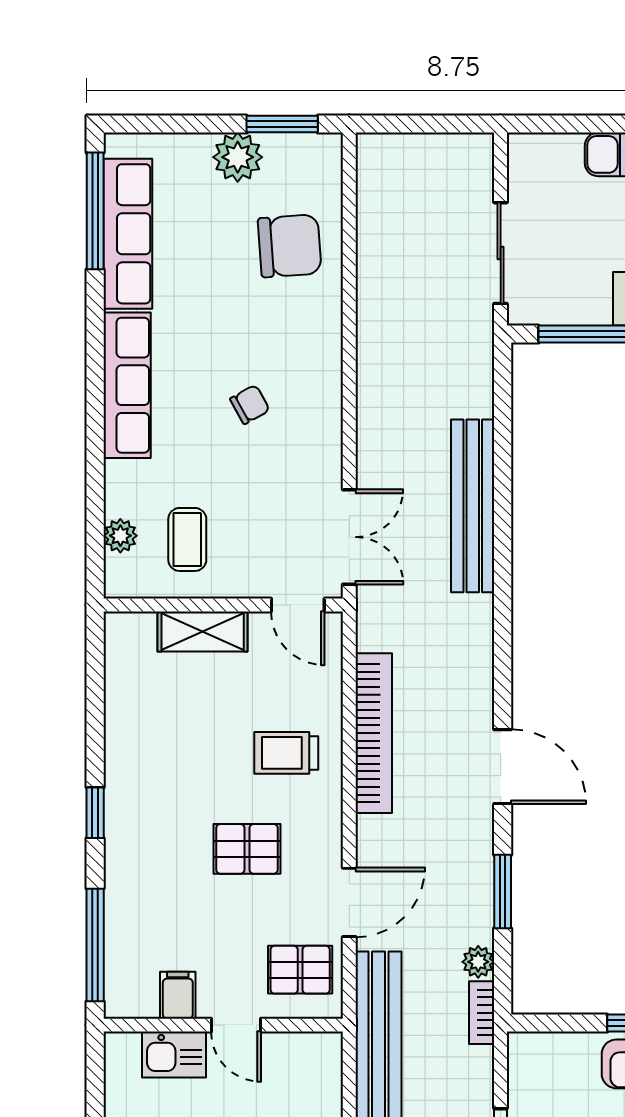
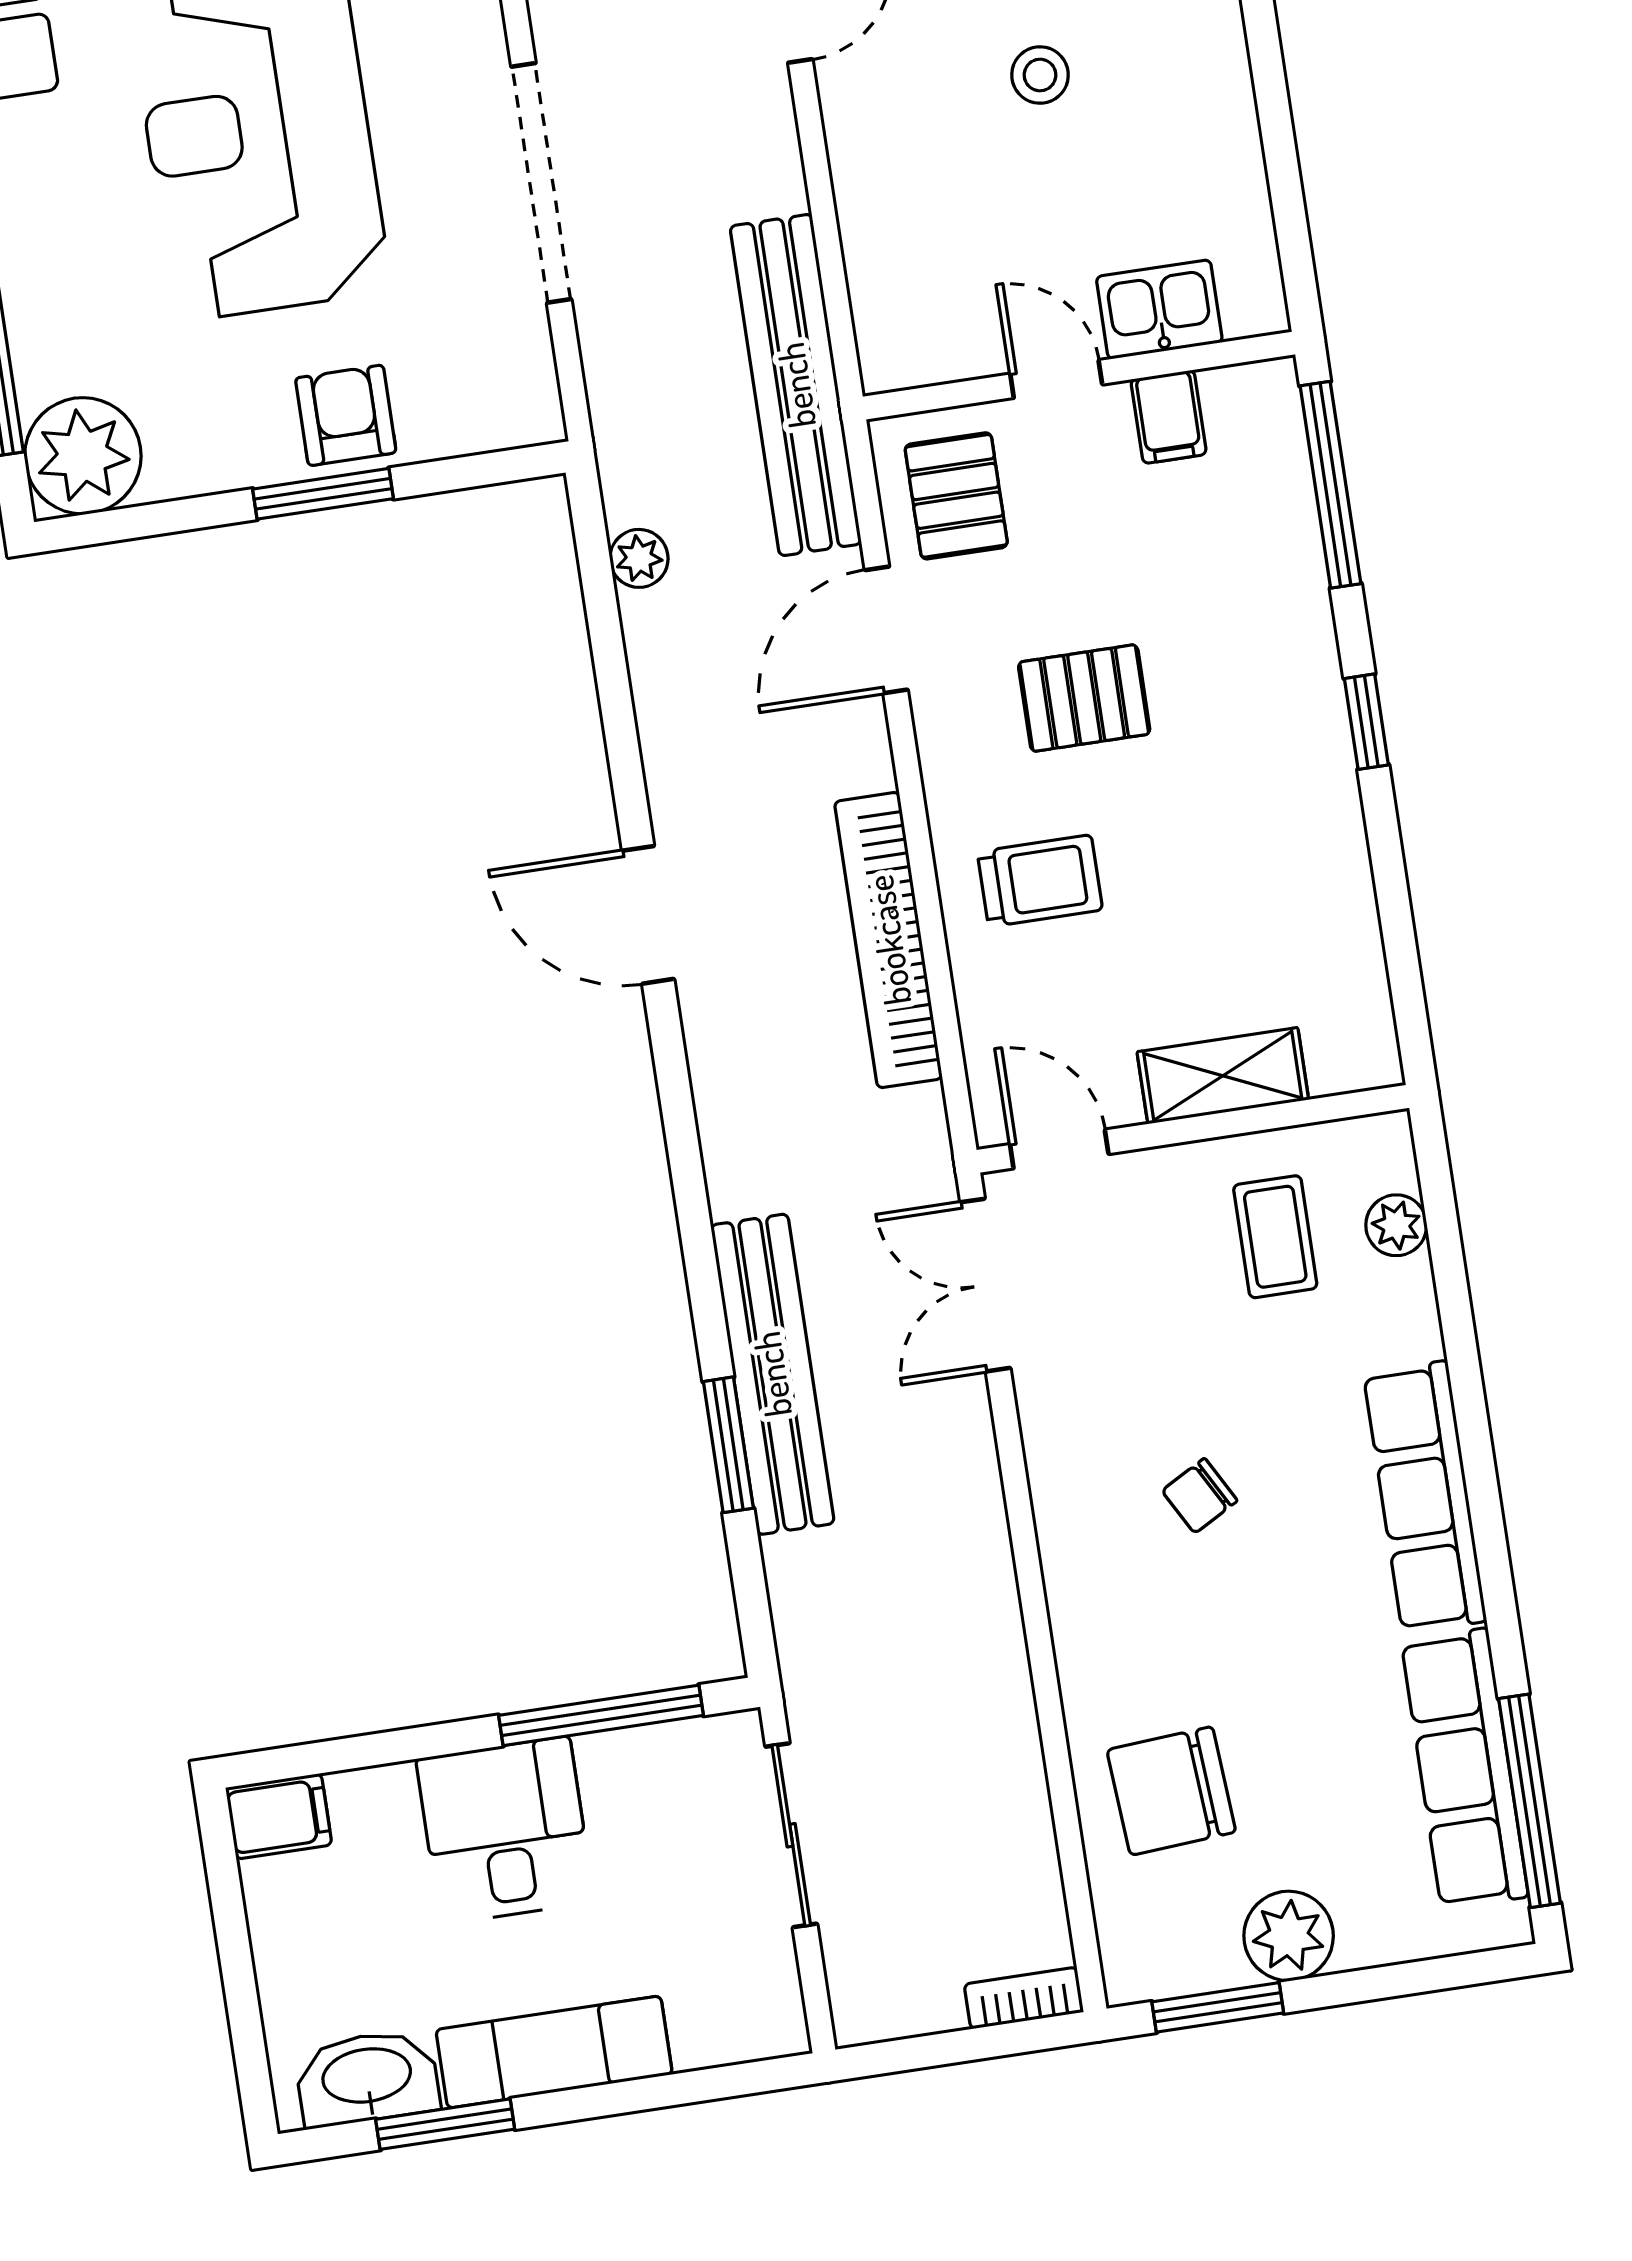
window: (503, 892) -> (728, 1445), moved
pallet: (300, 970) -> (956, 496), turned 90
bookcase: (482, 1013) -> (1024, 1998), moved, turned -90

